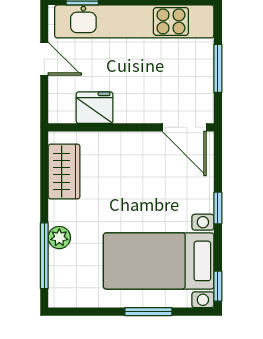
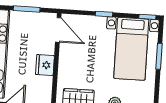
fridge: (95, 108) -> (45, 65), moved
door: (184, 127) -> (58, 30), hinge flipped

